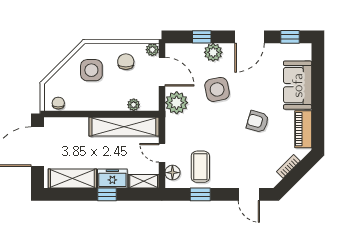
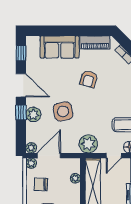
window: (202, 37) -> (21, 112), moved
plant: (172, 50) -> (31, 148), added
plant: (177, 103) -> (88, 144), moved

